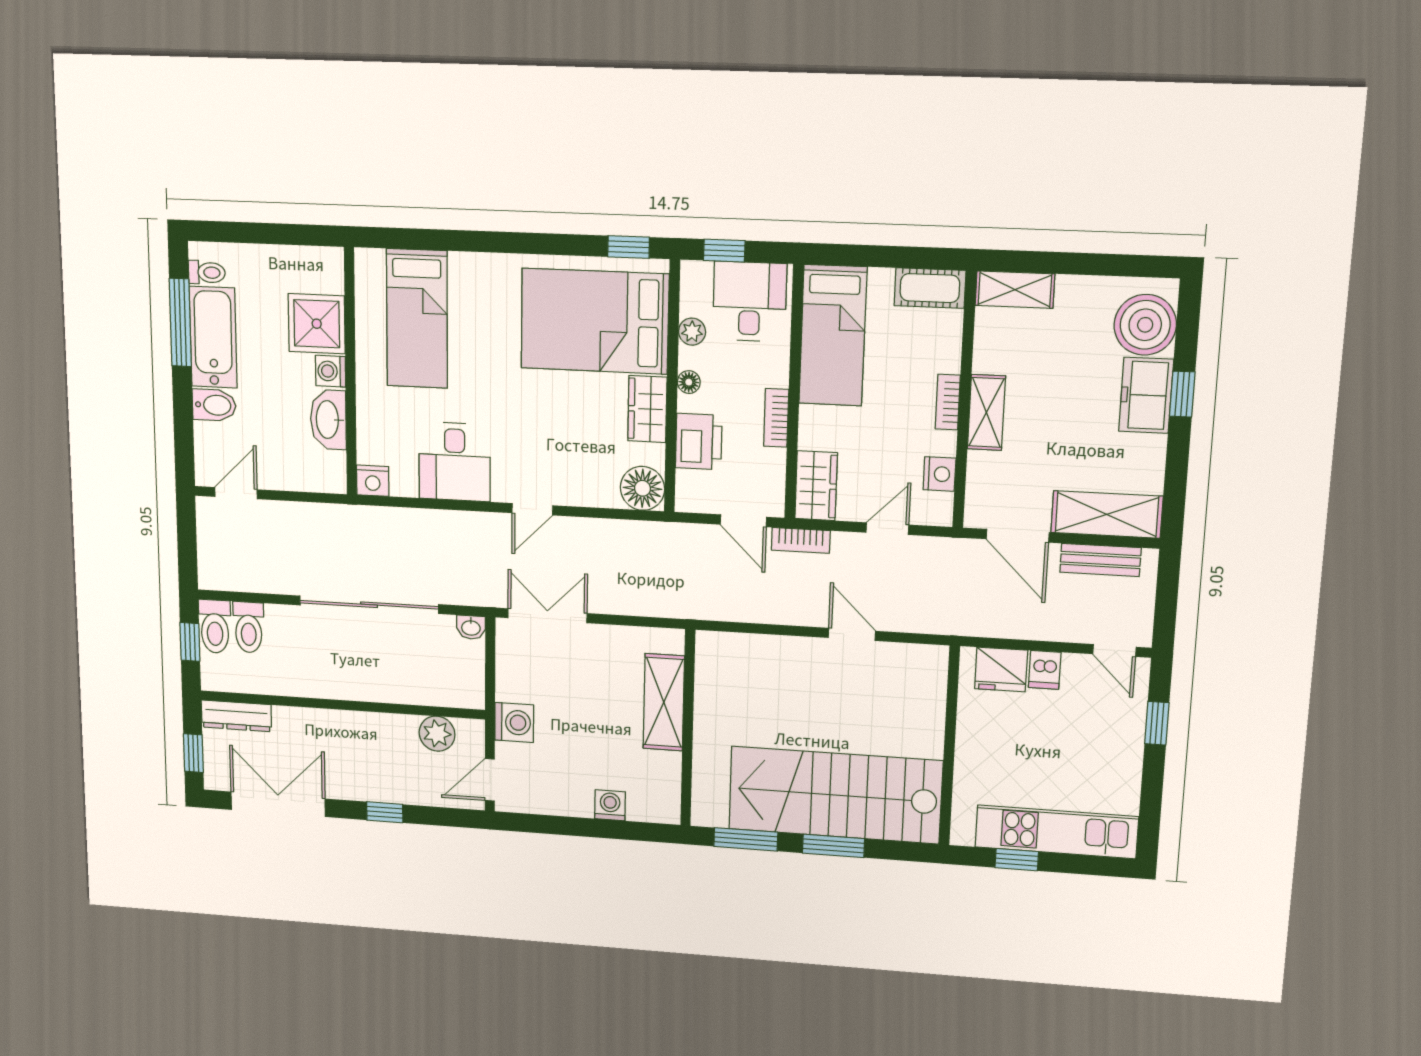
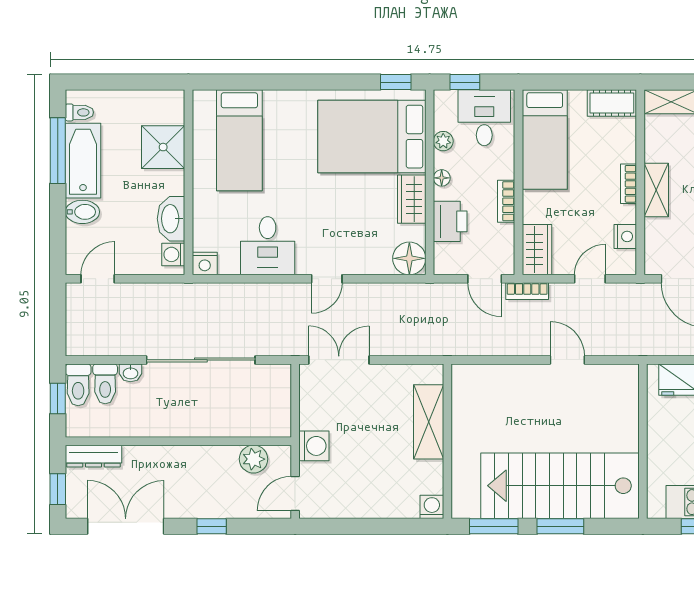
washing machine: (331, 371) -> (173, 254), moved
washbasin: (471, 627) -> (130, 373), moved
washing machine: (610, 805) -> (432, 507), moved

